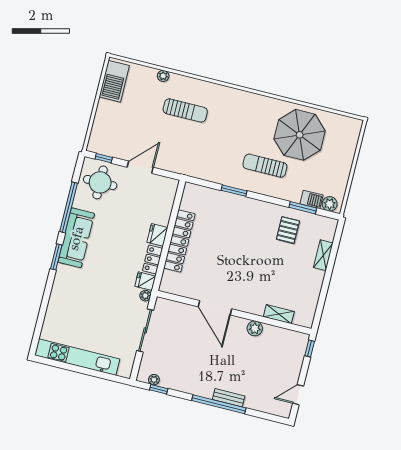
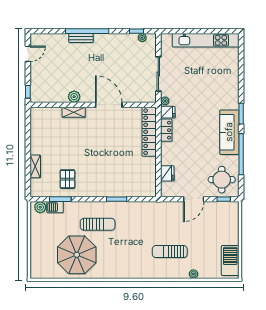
fridge: (157, 235) -> (167, 173), moved
locker: (179, 241) -> (149, 132), moved
shelving: (279, 314) -> (74, 112), moved

